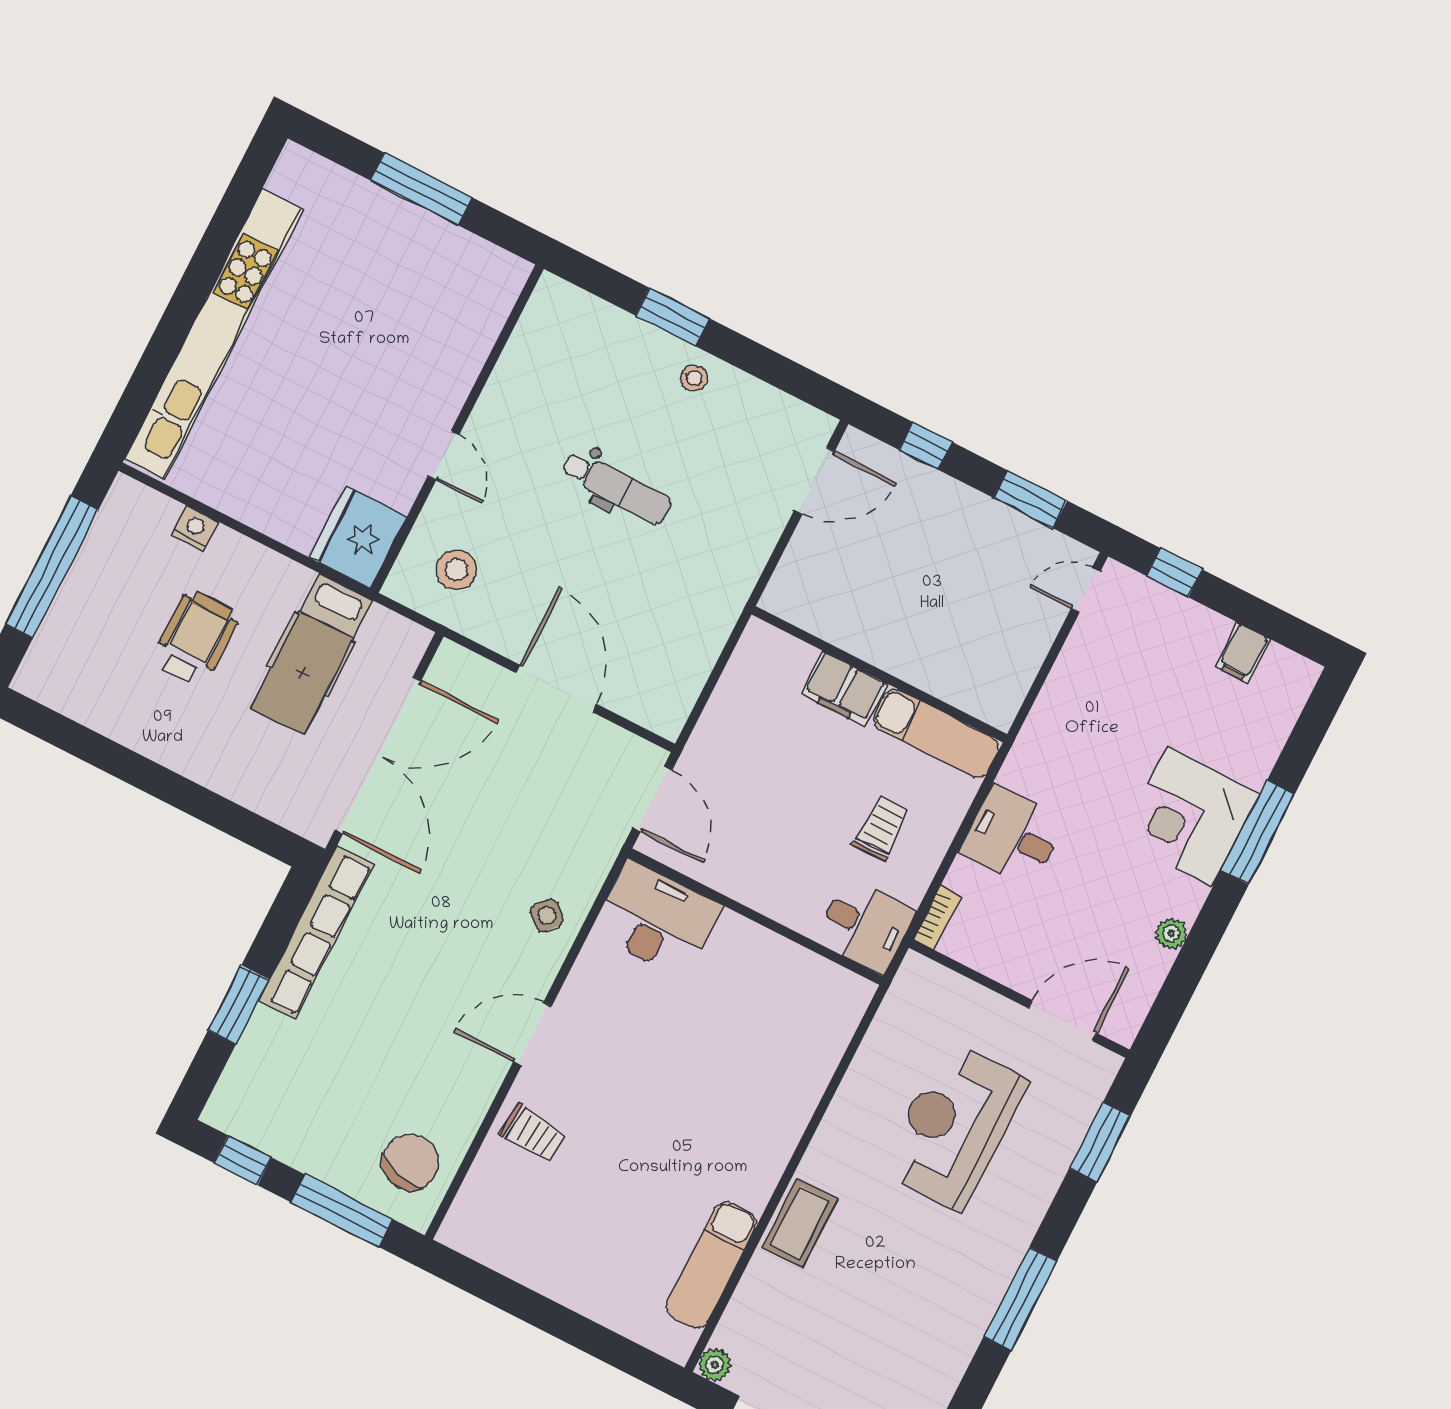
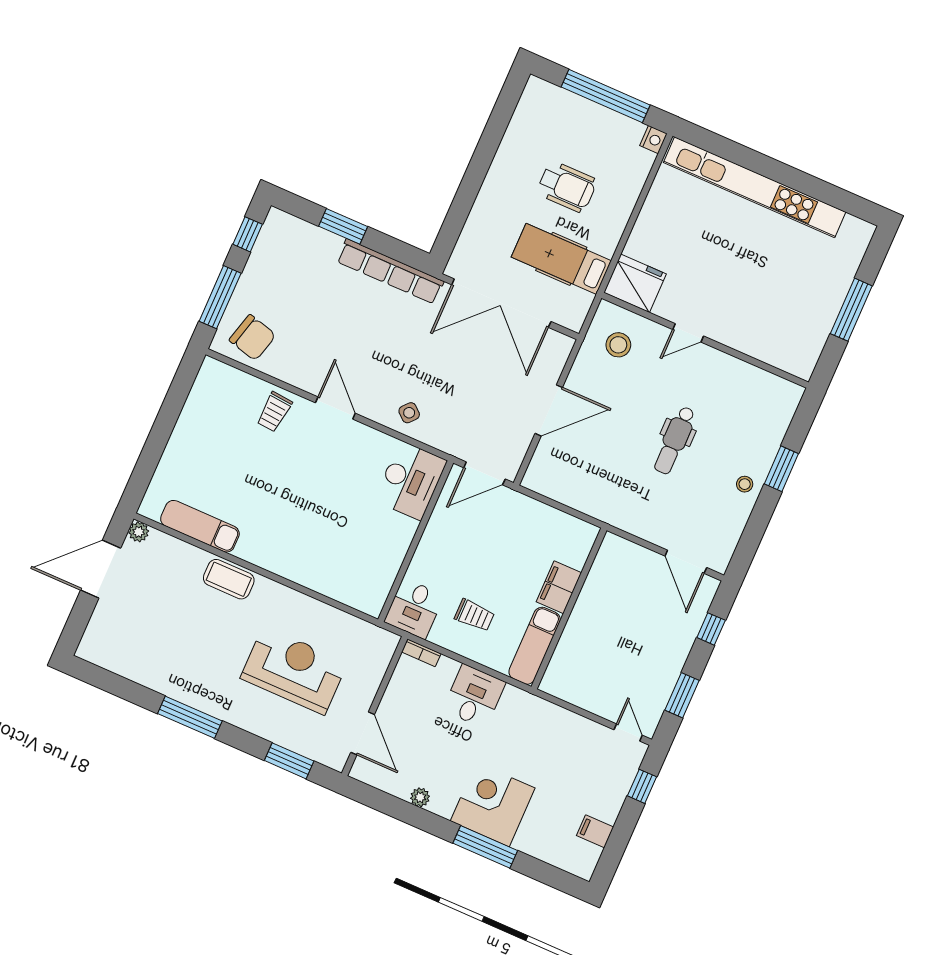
nightstand: (195, 528) -> (653, 139), moved

